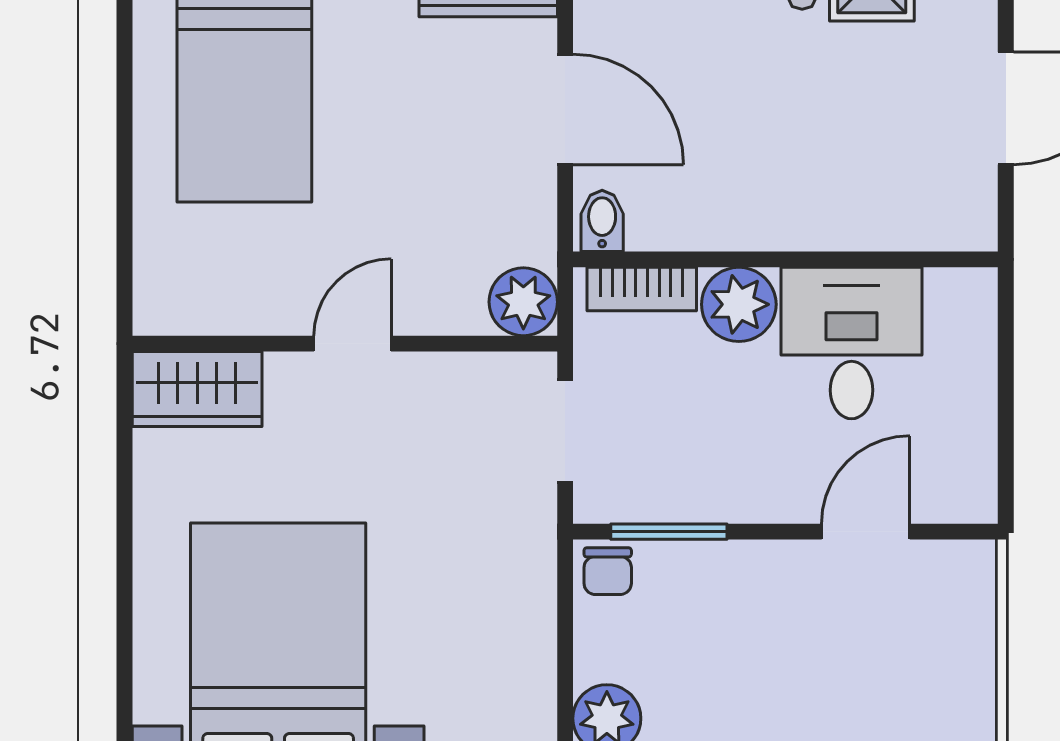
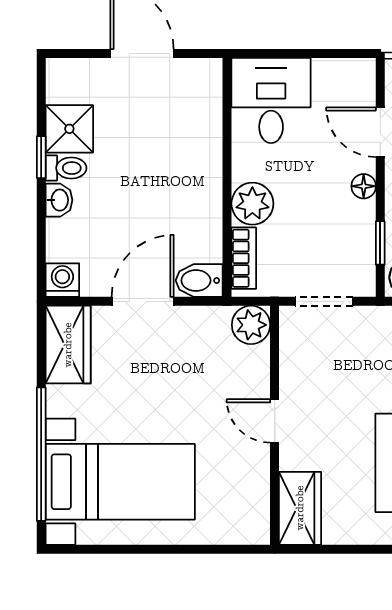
bidet: (602, 221) -> (199, 280), width x1.38, depth x1.36
desk: (852, 343) -> (271, 100), moved, turned 90
floor lamp: (770, 502) -> (364, 186), added
window: (669, 532) -> (380, 243), width x0.67

